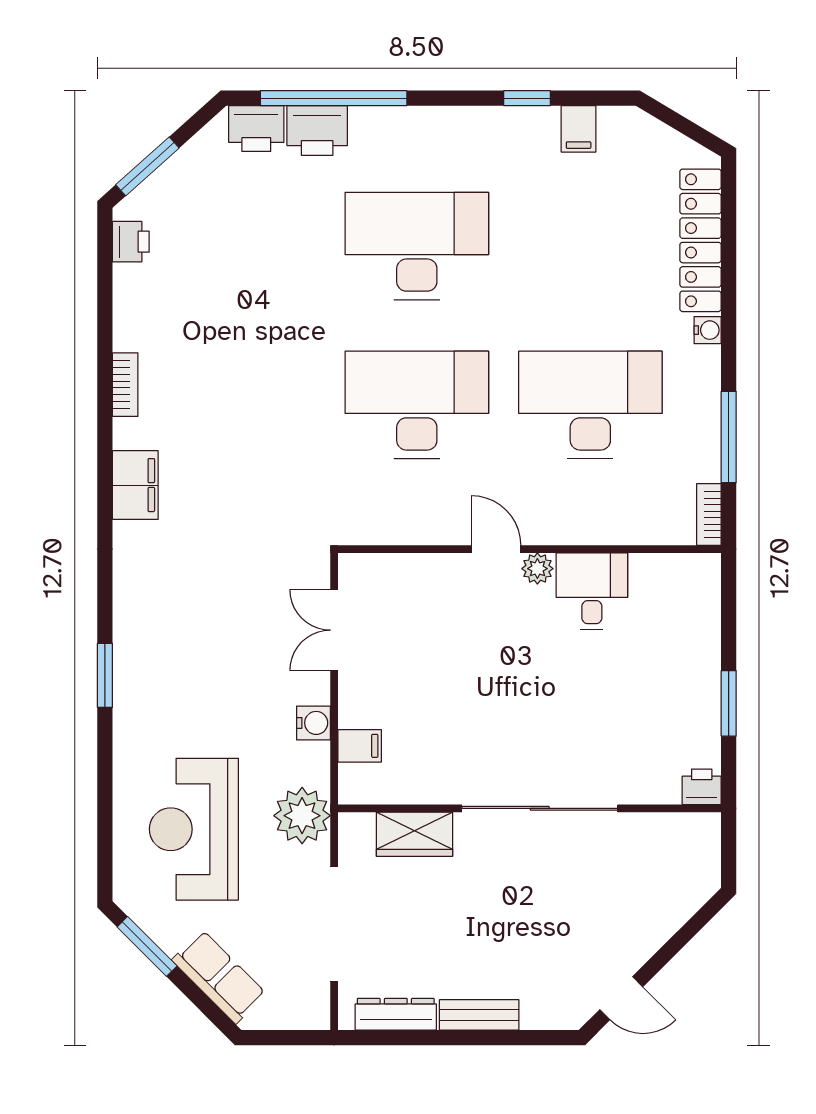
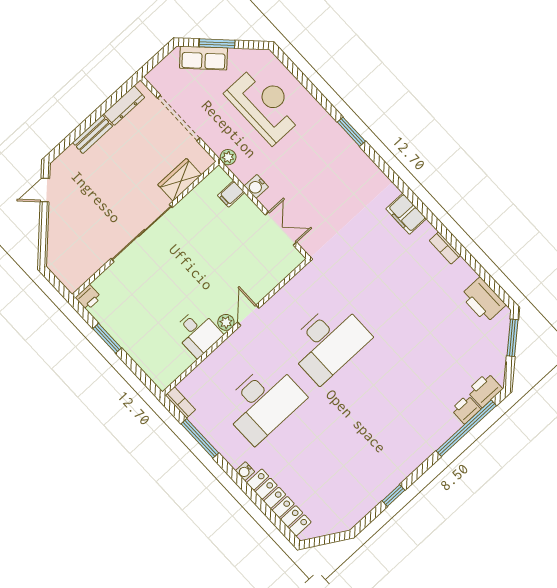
filing cabinet: (579, 129) -> (363, 502), removed
printer: (317, 131) -> (466, 409), width x0.73, depth x0.81
printer: (131, 242) -> (483, 300), width x1.87, depth x1.48
desk: (417, 246) -> (383, 402), removed
door: (496, 549) -> (248, 315), swing flipped
plant: (302, 816) -> (228, 157), width x0.53, depth x0.53
window: (147, 946) -> (217, 44), moved

